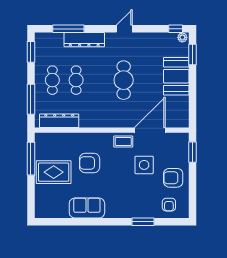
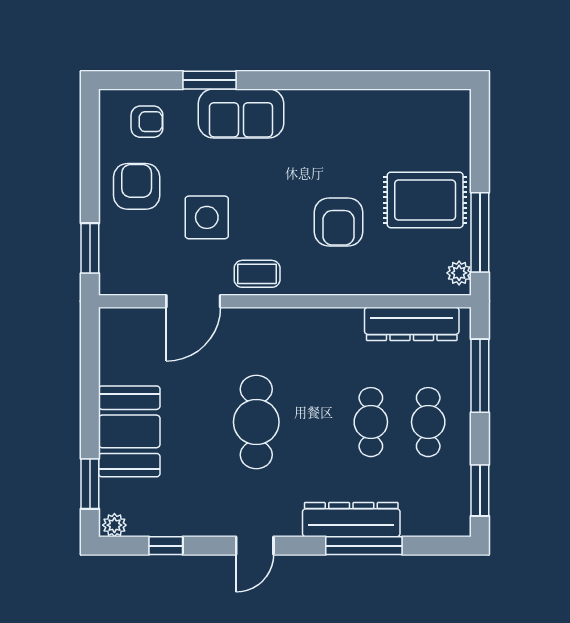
window: (68, 29) -> (364, 546), moved
window: (176, 29) -> (166, 546), moved
door: (150, 130) -> (193, 301), width x0.73
plant: (40, 142) -> (459, 273), added
armchair: (90, 163) -> (338, 222), turned 90
armchair: (173, 178) -> (137, 186), turned -90
armchair: (169, 205) -> (147, 122), turned 90
sofa: (87, 208) -> (241, 113), moved

